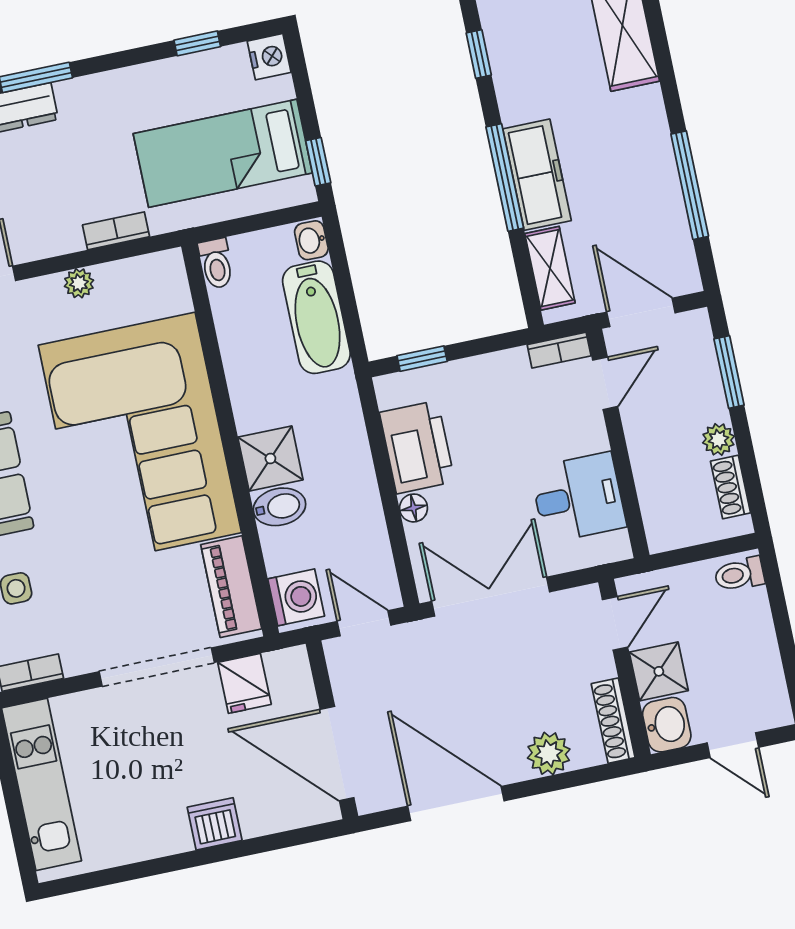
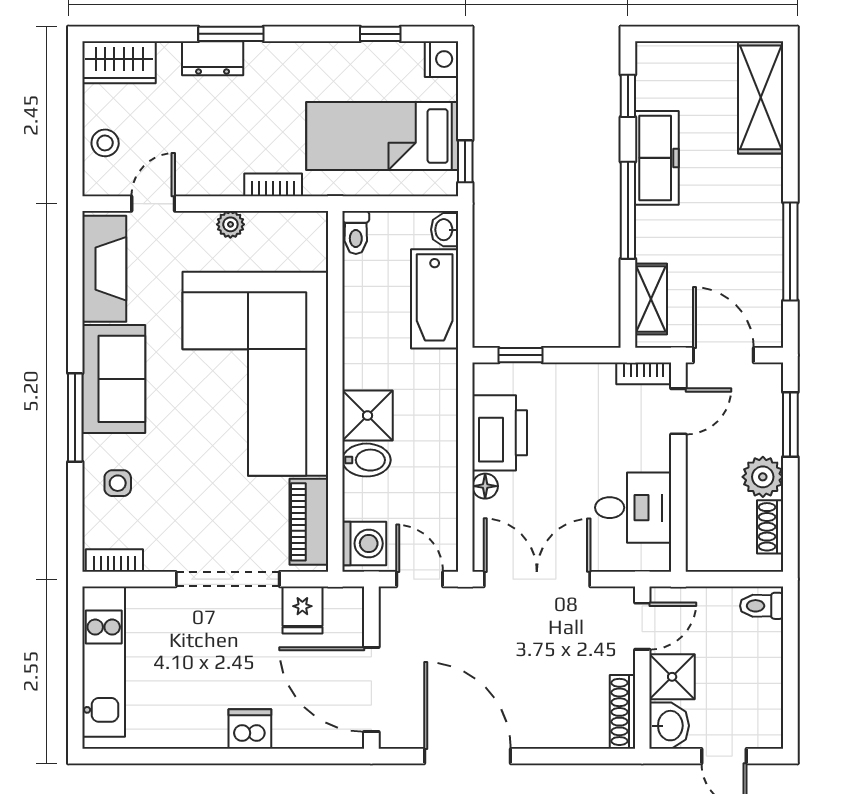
freezer: (537, 175) -> (657, 158), moved
plant: (718, 439) -> (763, 477), width x1.38, depth x1.38
plant: (549, 754) -> (559, 729), removed

